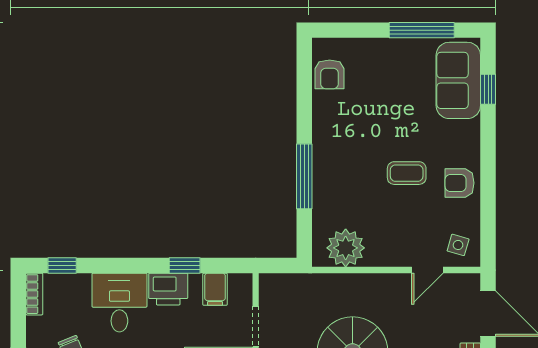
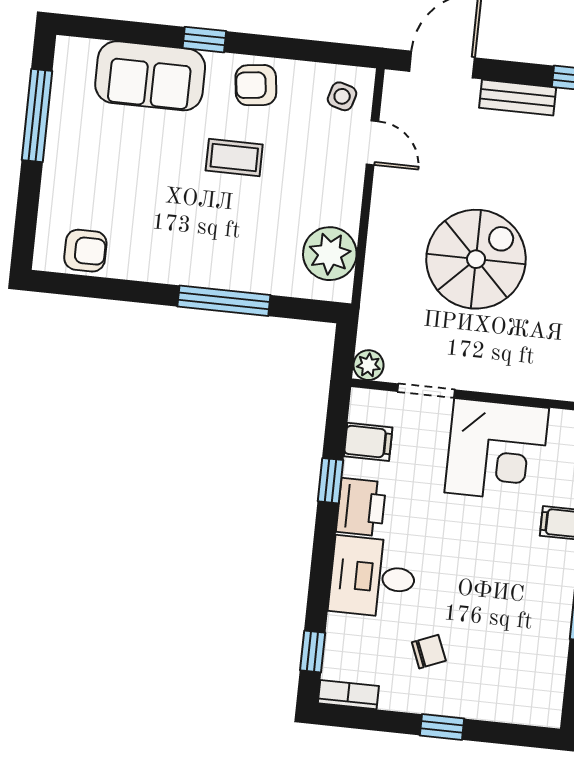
sofa: (458, 80) -> (150, 76), moved
window: (488, 89) -> (204, 40), moved
coffee table: (407, 173) -> (234, 157), turned 90
armchair: (460, 183) -> (256, 85), turned 83
plant: (269, 284) -> (368, 365), added

